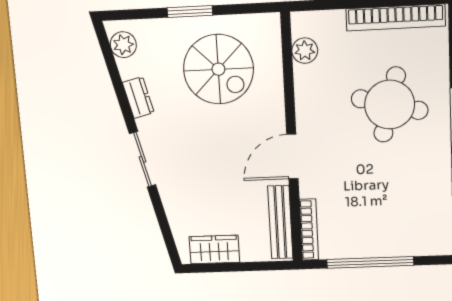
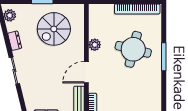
plant: (305, 51) -> (95, 45), moved
spiral stairs: (218, 69) -> (54, 29), turned 90

